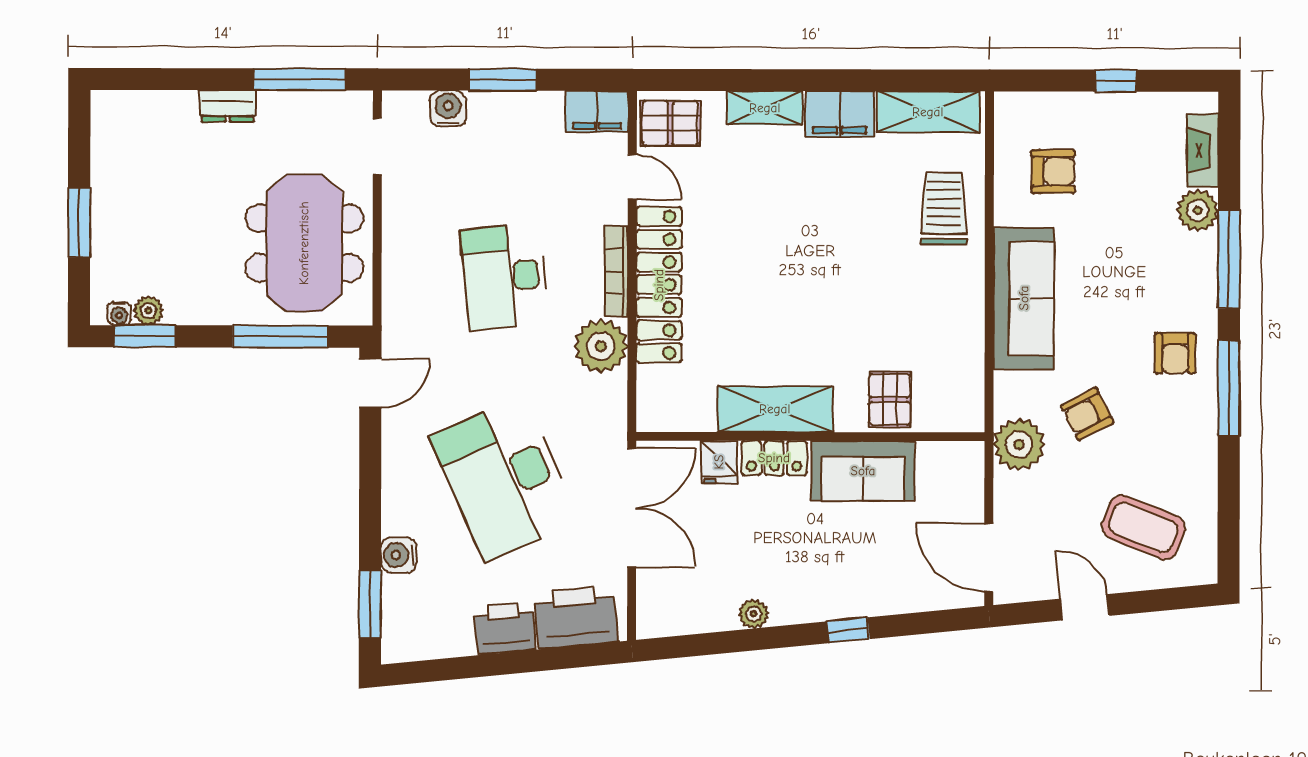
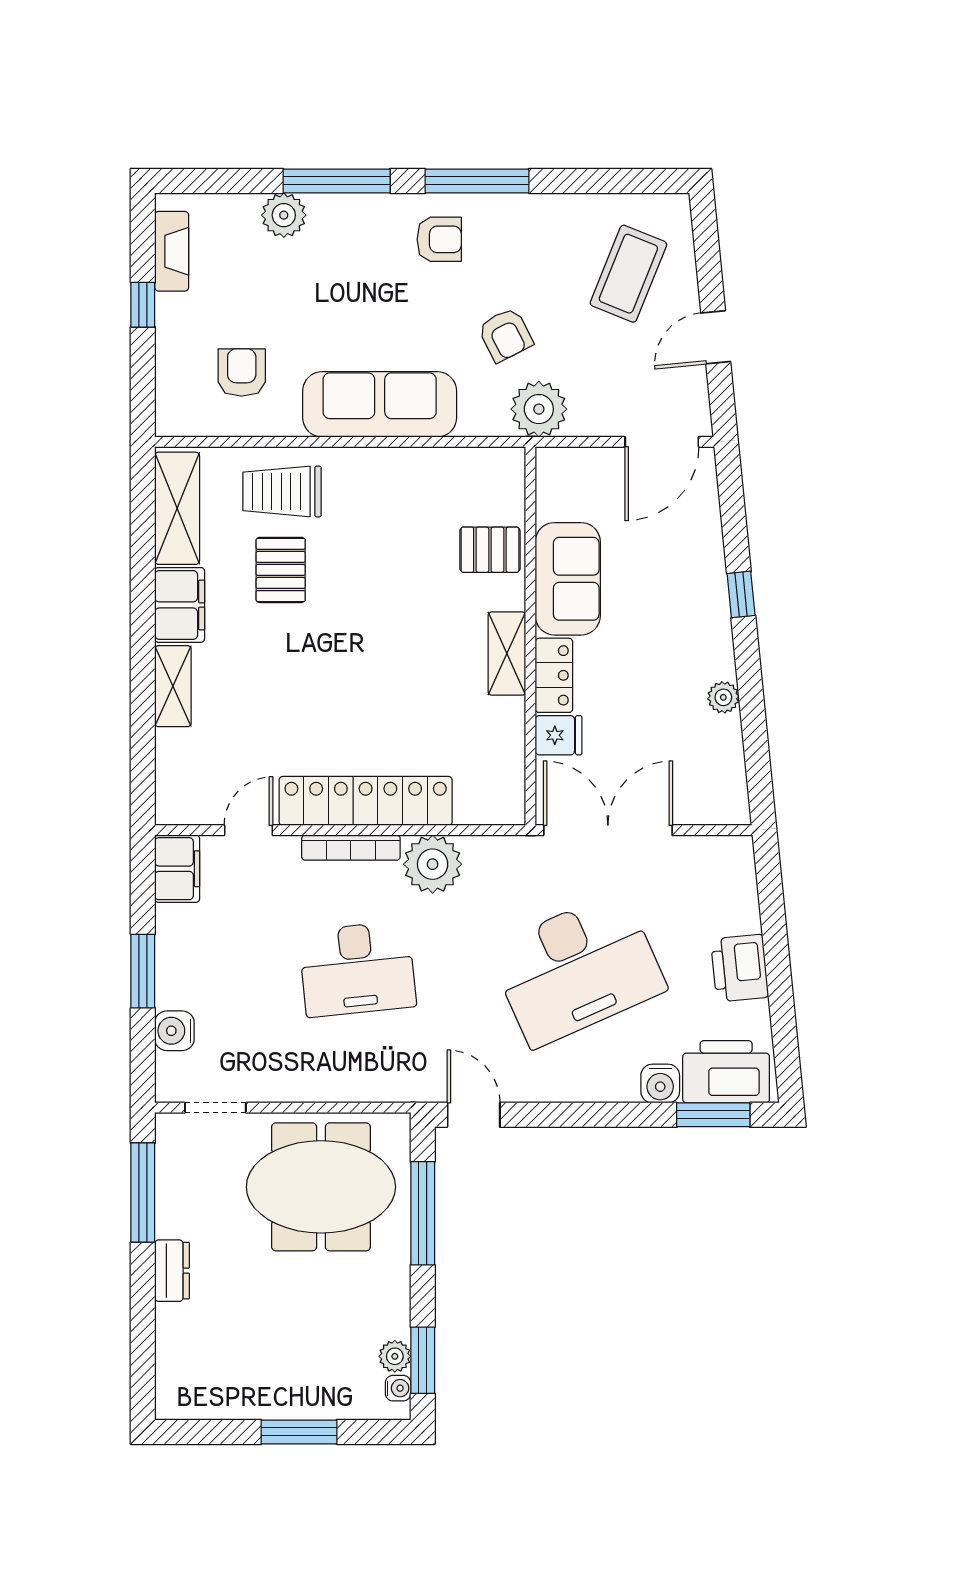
pallet: (670, 123) -> (281, 570), moved
fireplace: (1203, 150) -> (172, 251), moved, turned -90
shelving: (775, 409) -> (507, 654), width x0.67, depth x0.75
printer: (576, 617) -> (726, 1072), moved, turned 96

